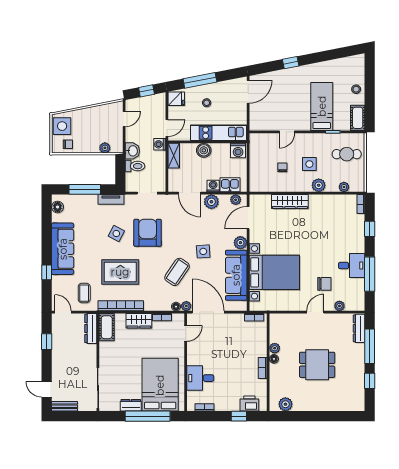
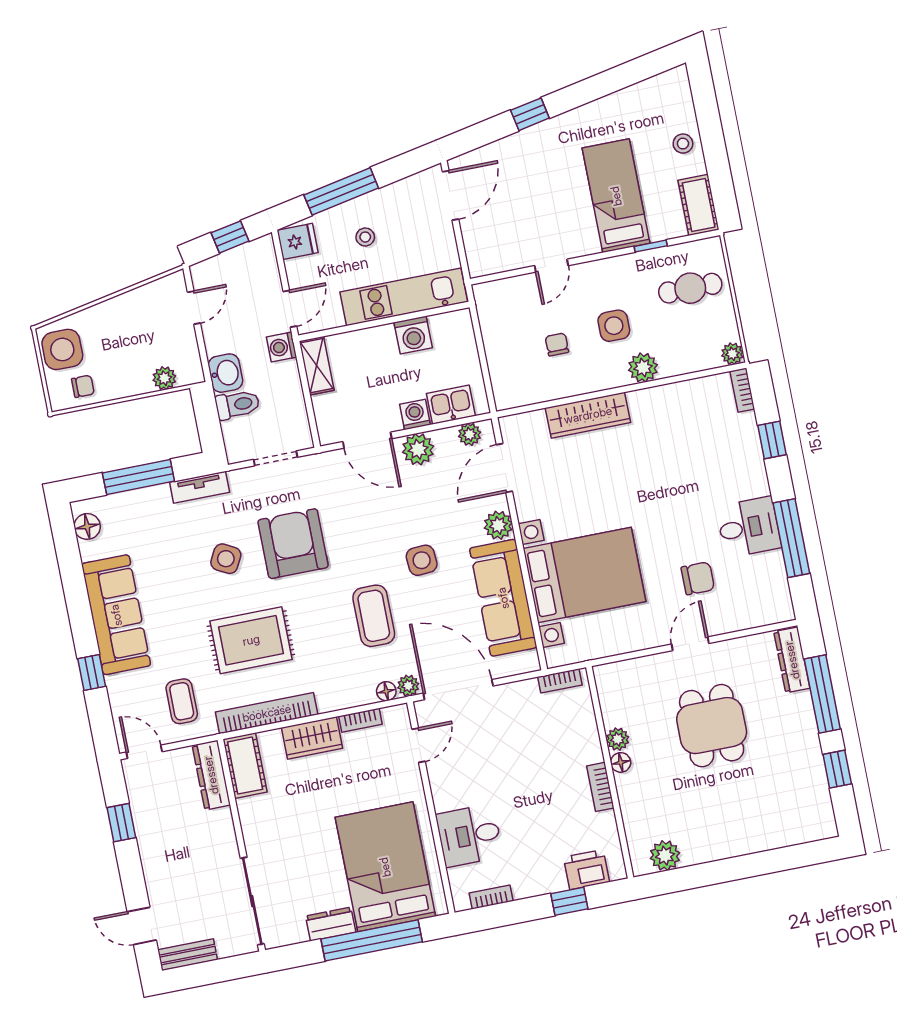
boiler: (204, 150) -> (379, 341), removed
washing machine: (238, 151) -> (413, 335), moved
plant: (344, 187) -> (732, 354), moved
coffee table: (177, 272) -> (374, 616), turned -34
plant: (339, 306) -> (740, 620), removed
dining table: (317, 365) -> (712, 726), moved, turned 90

